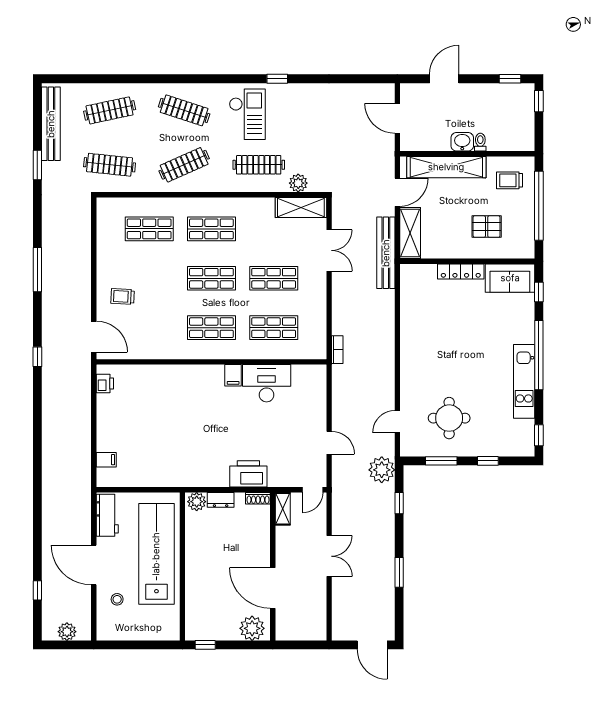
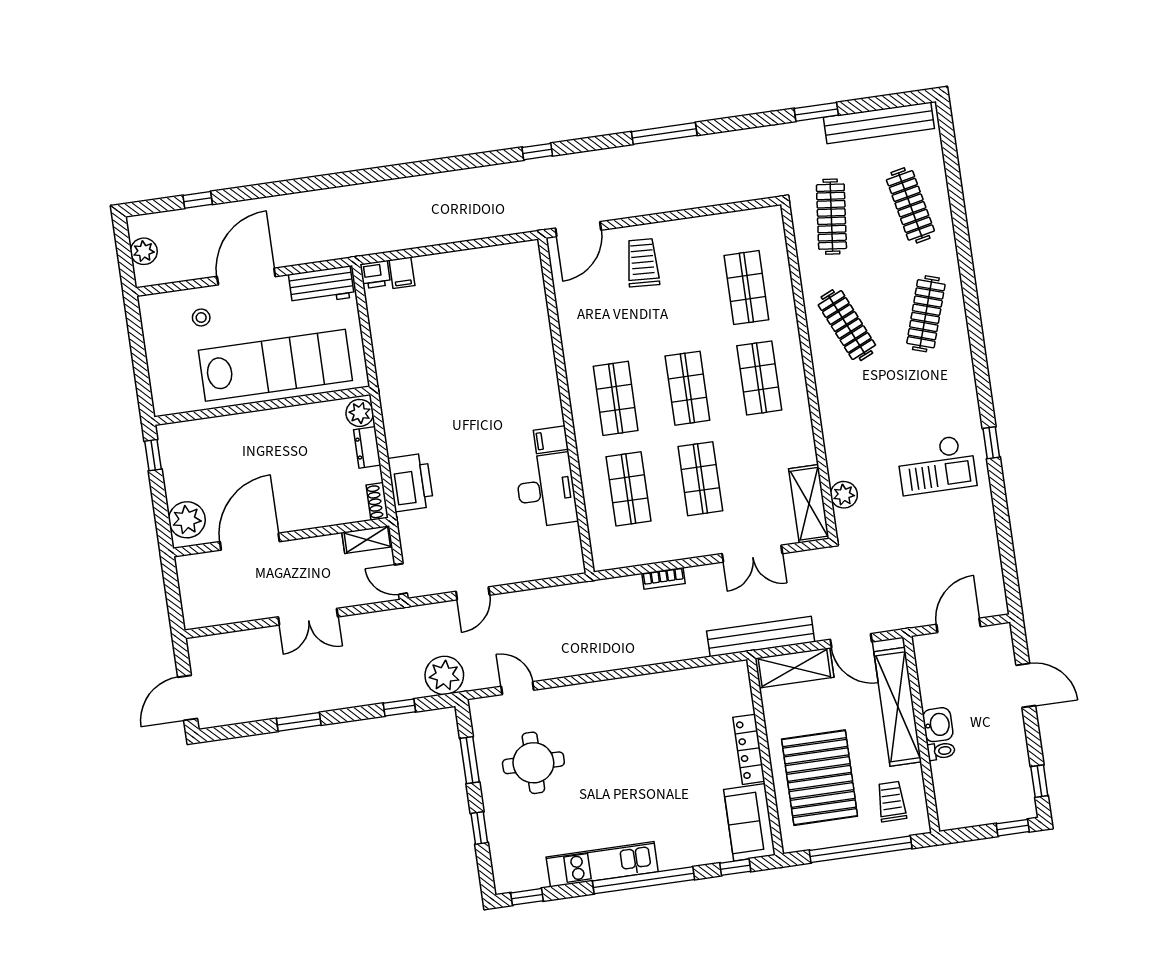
checkout: (247, 114) -> (937, 465), moved
clothes rail: (259, 165) -> (862, 433), removed
pallet: (487, 227) -> (820, 778), width x2.05, depth x2.00
trolley: (123, 296) -> (643, 263), width x1.36, depth x1.39
bookcase: (337, 350) -> (663, 578), moved
printer: (105, 384) -> (375, 275), moved

